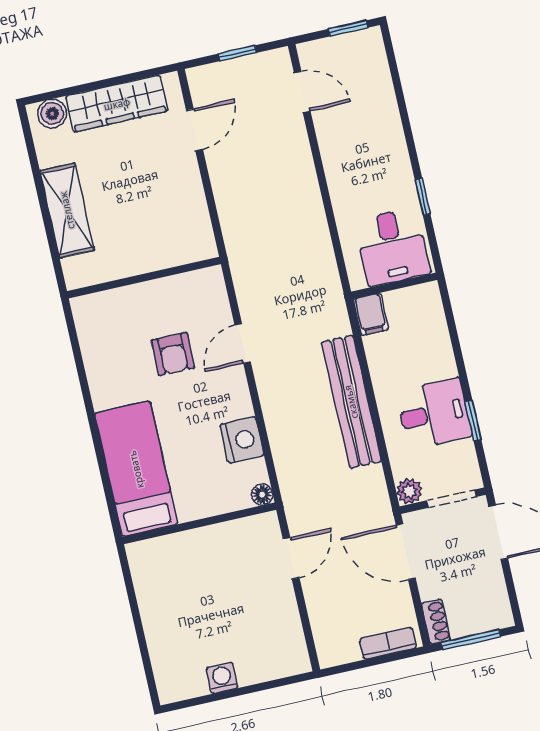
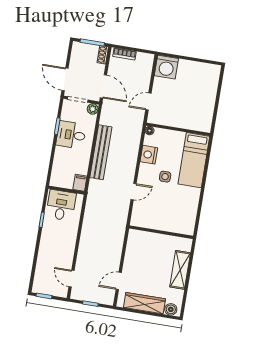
armchair: (173, 354) -> (162, 198), removed
side table: (186, 406) -> (165, 177), added
washing machine: (222, 678) -> (166, 67), moved, width x1.89, depth x1.89

